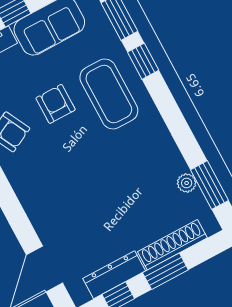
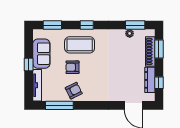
window: (143, 61) -> (87, 25), moved
window: (165, 271) -> (159, 49), moved

